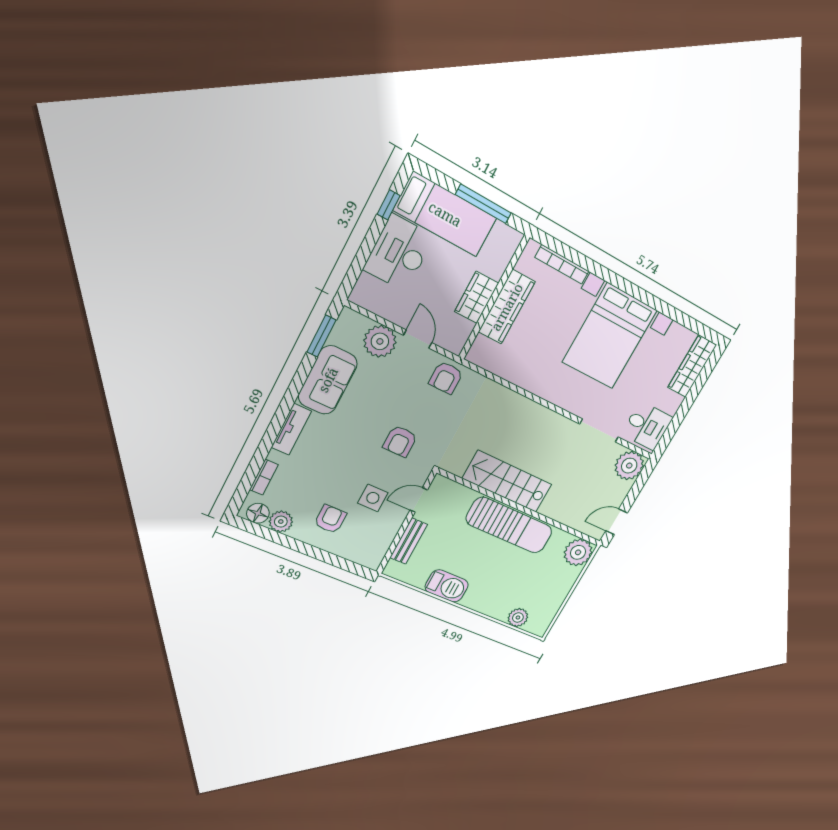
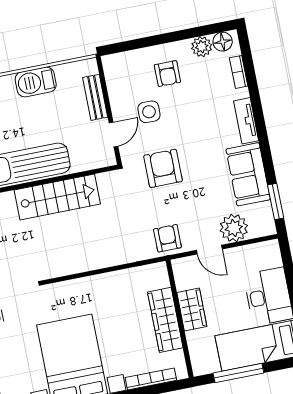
armchair: (400, 441) -> (163, 168), width x1.38, depth x1.38

